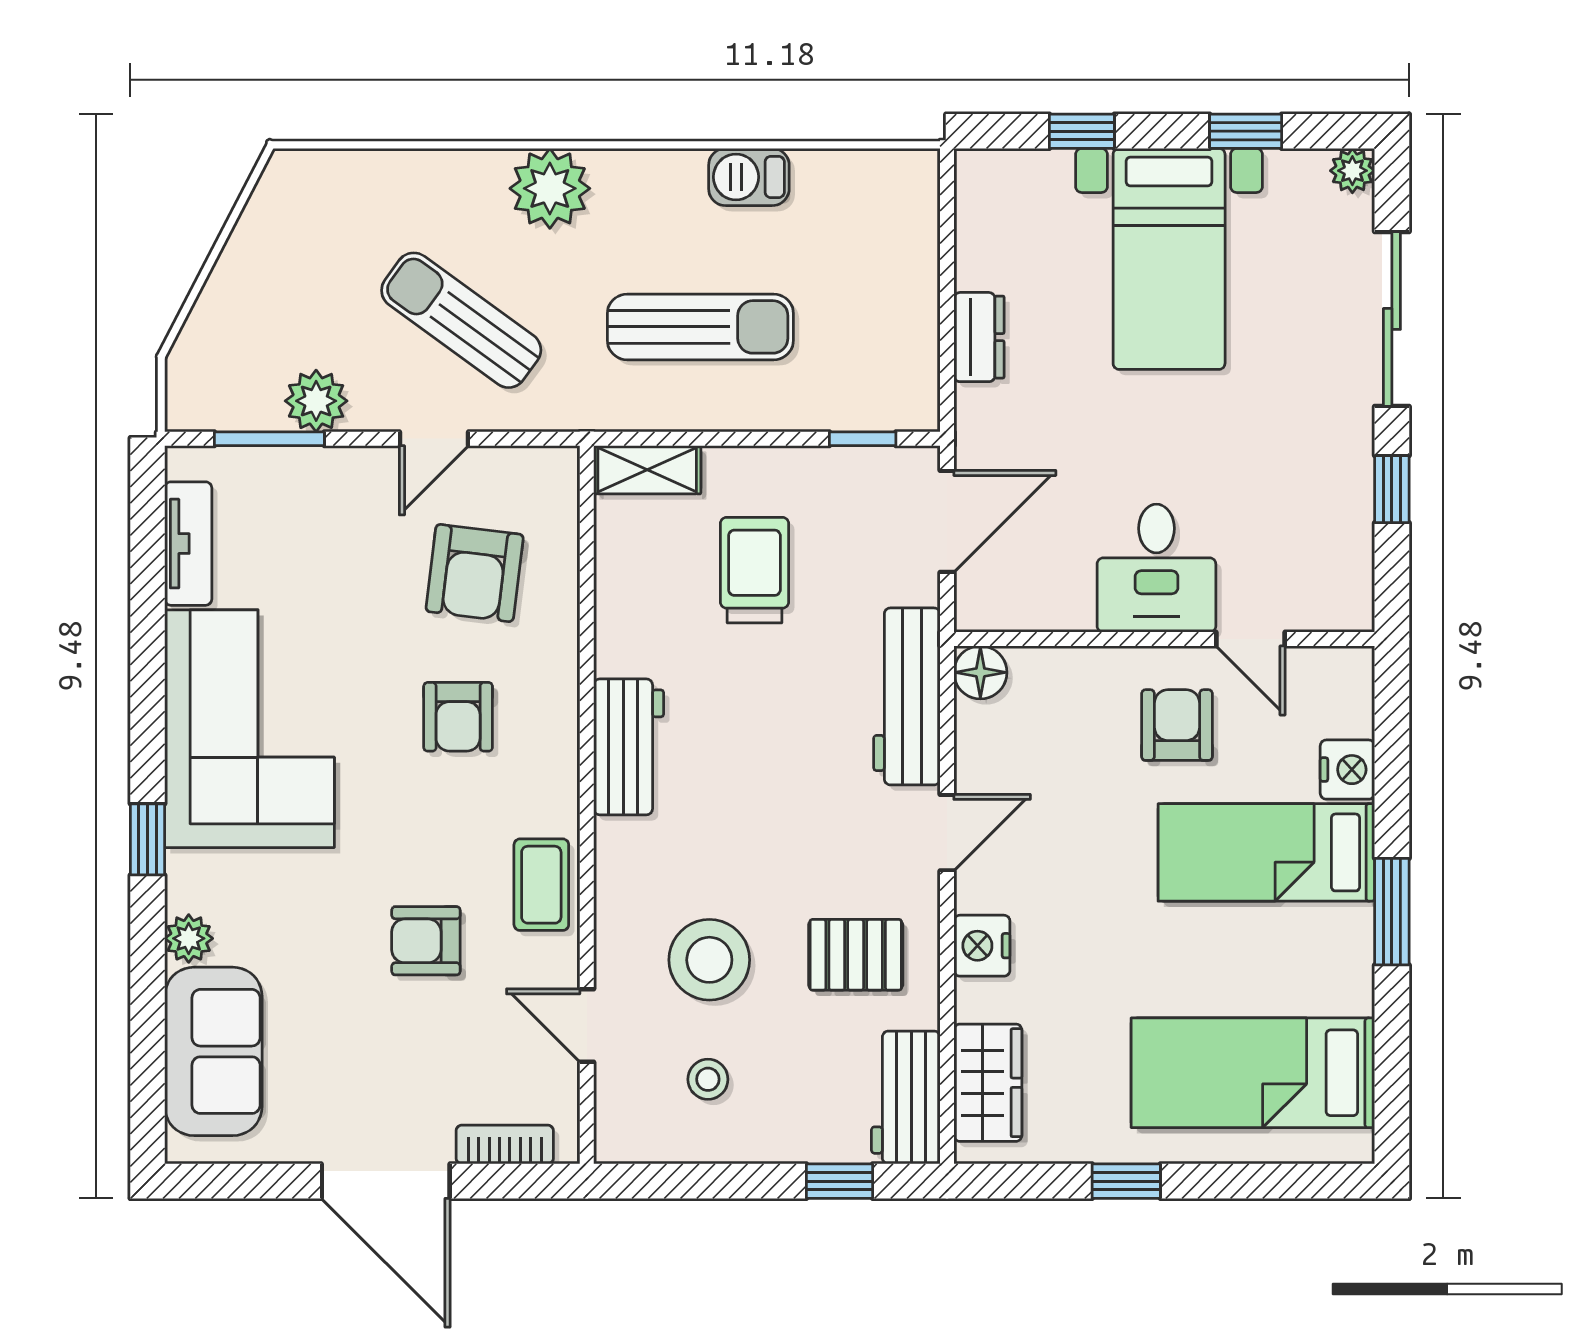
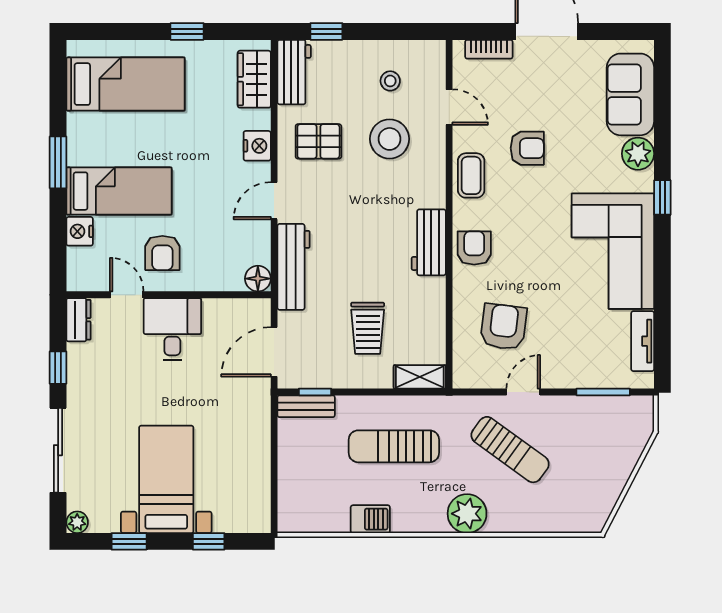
dresser: (979, 337) -> (79, 320), moved, turned 180
plant: (316, 401) -> (580, 410), removed
bench: (881, 409) -> (306, 406), added
armchair: (458, 717) -> (474, 248), moved
plant: (189, 938) -> (638, 154), width x1.38, depth x1.38

